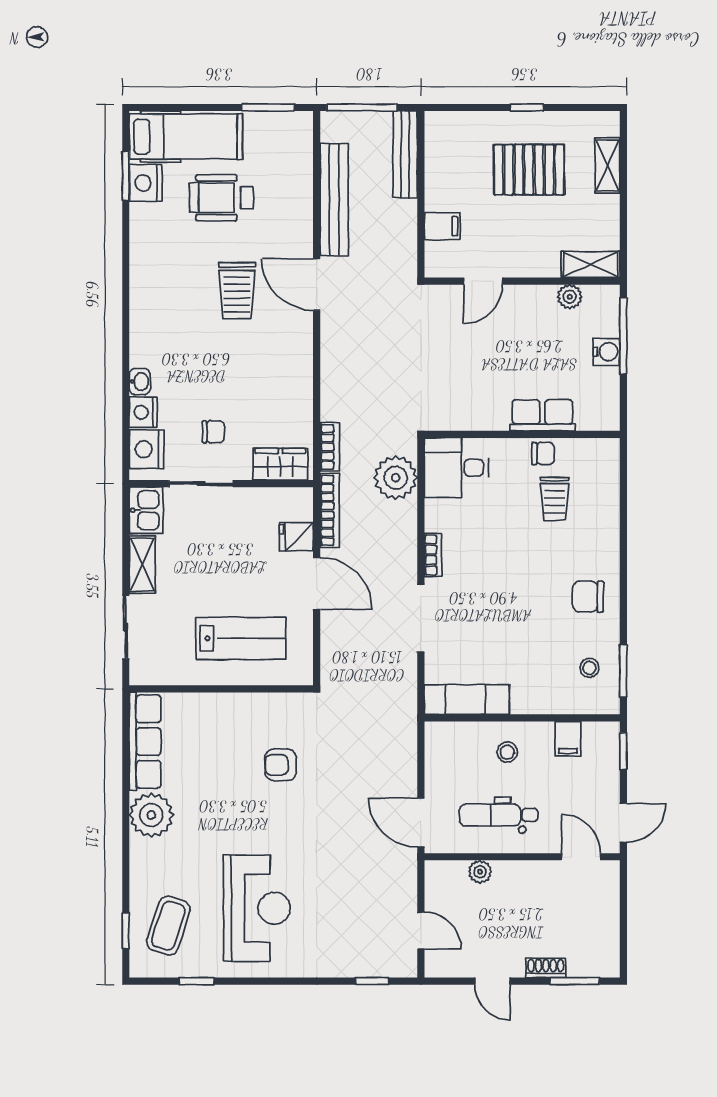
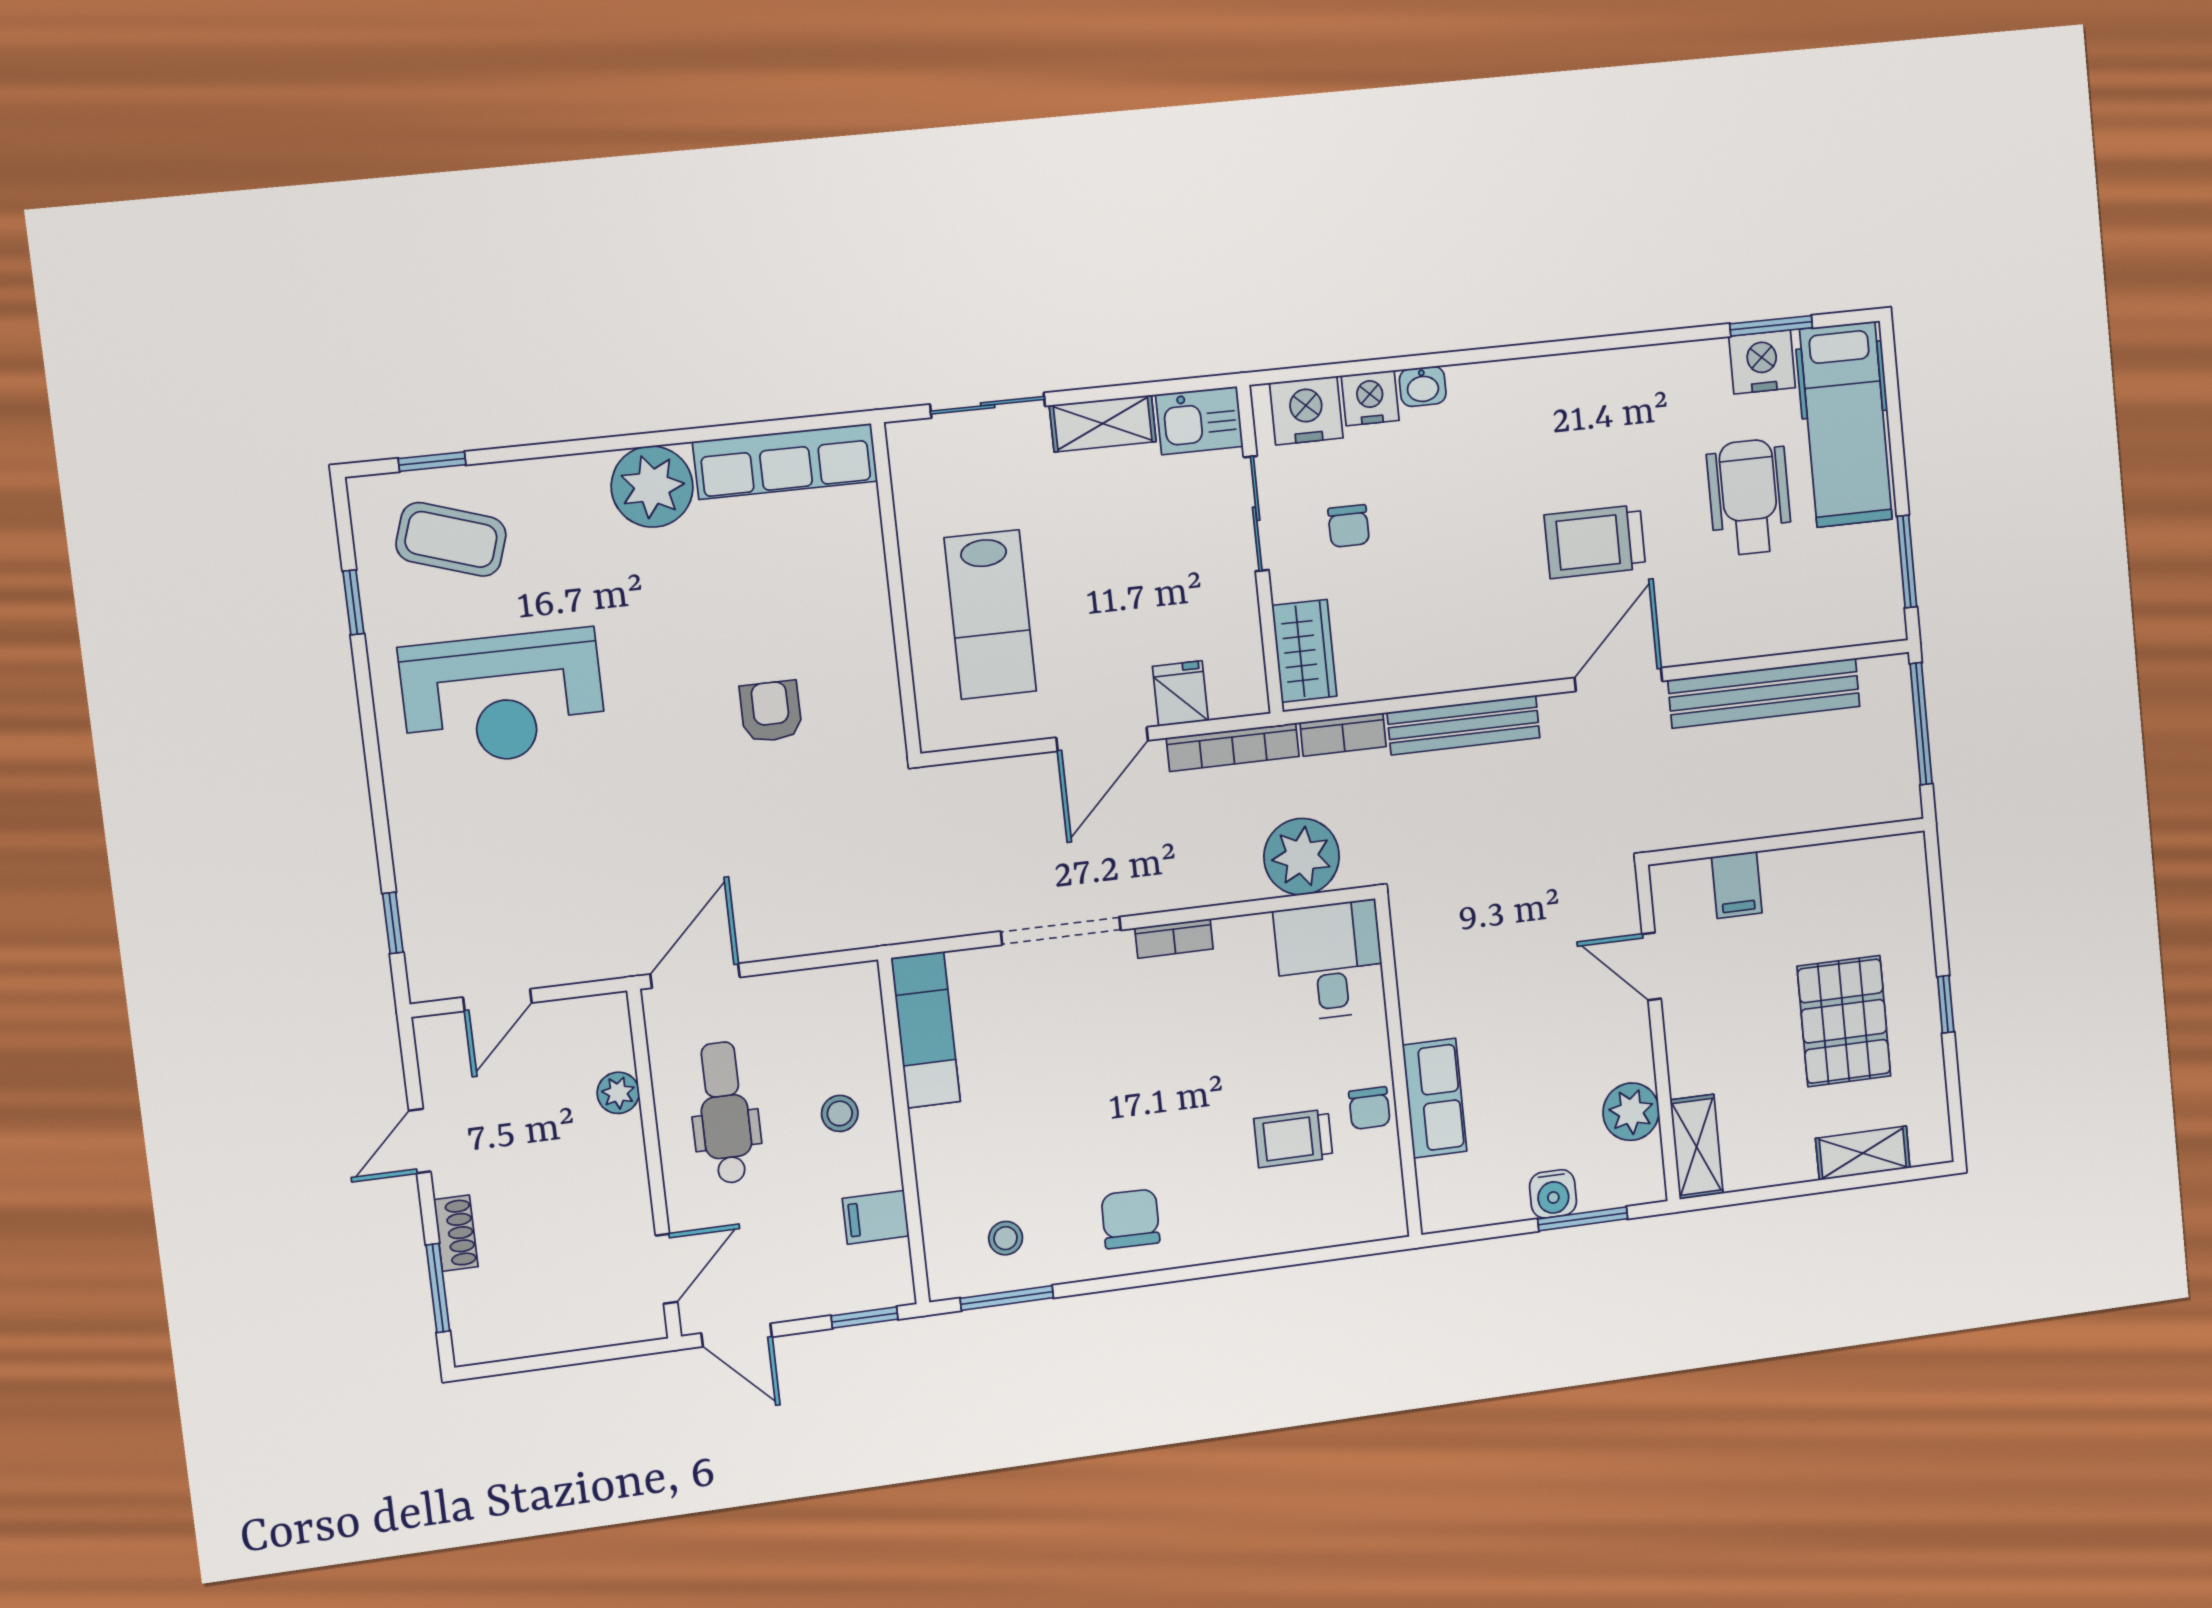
bench: (405, 154) -> (1464, 725), moved
plant: (570, 297) -> (1631, 1112), width x1.38, depth x1.38
window: (623, 336) -> (1583, 1219), width x0.69

